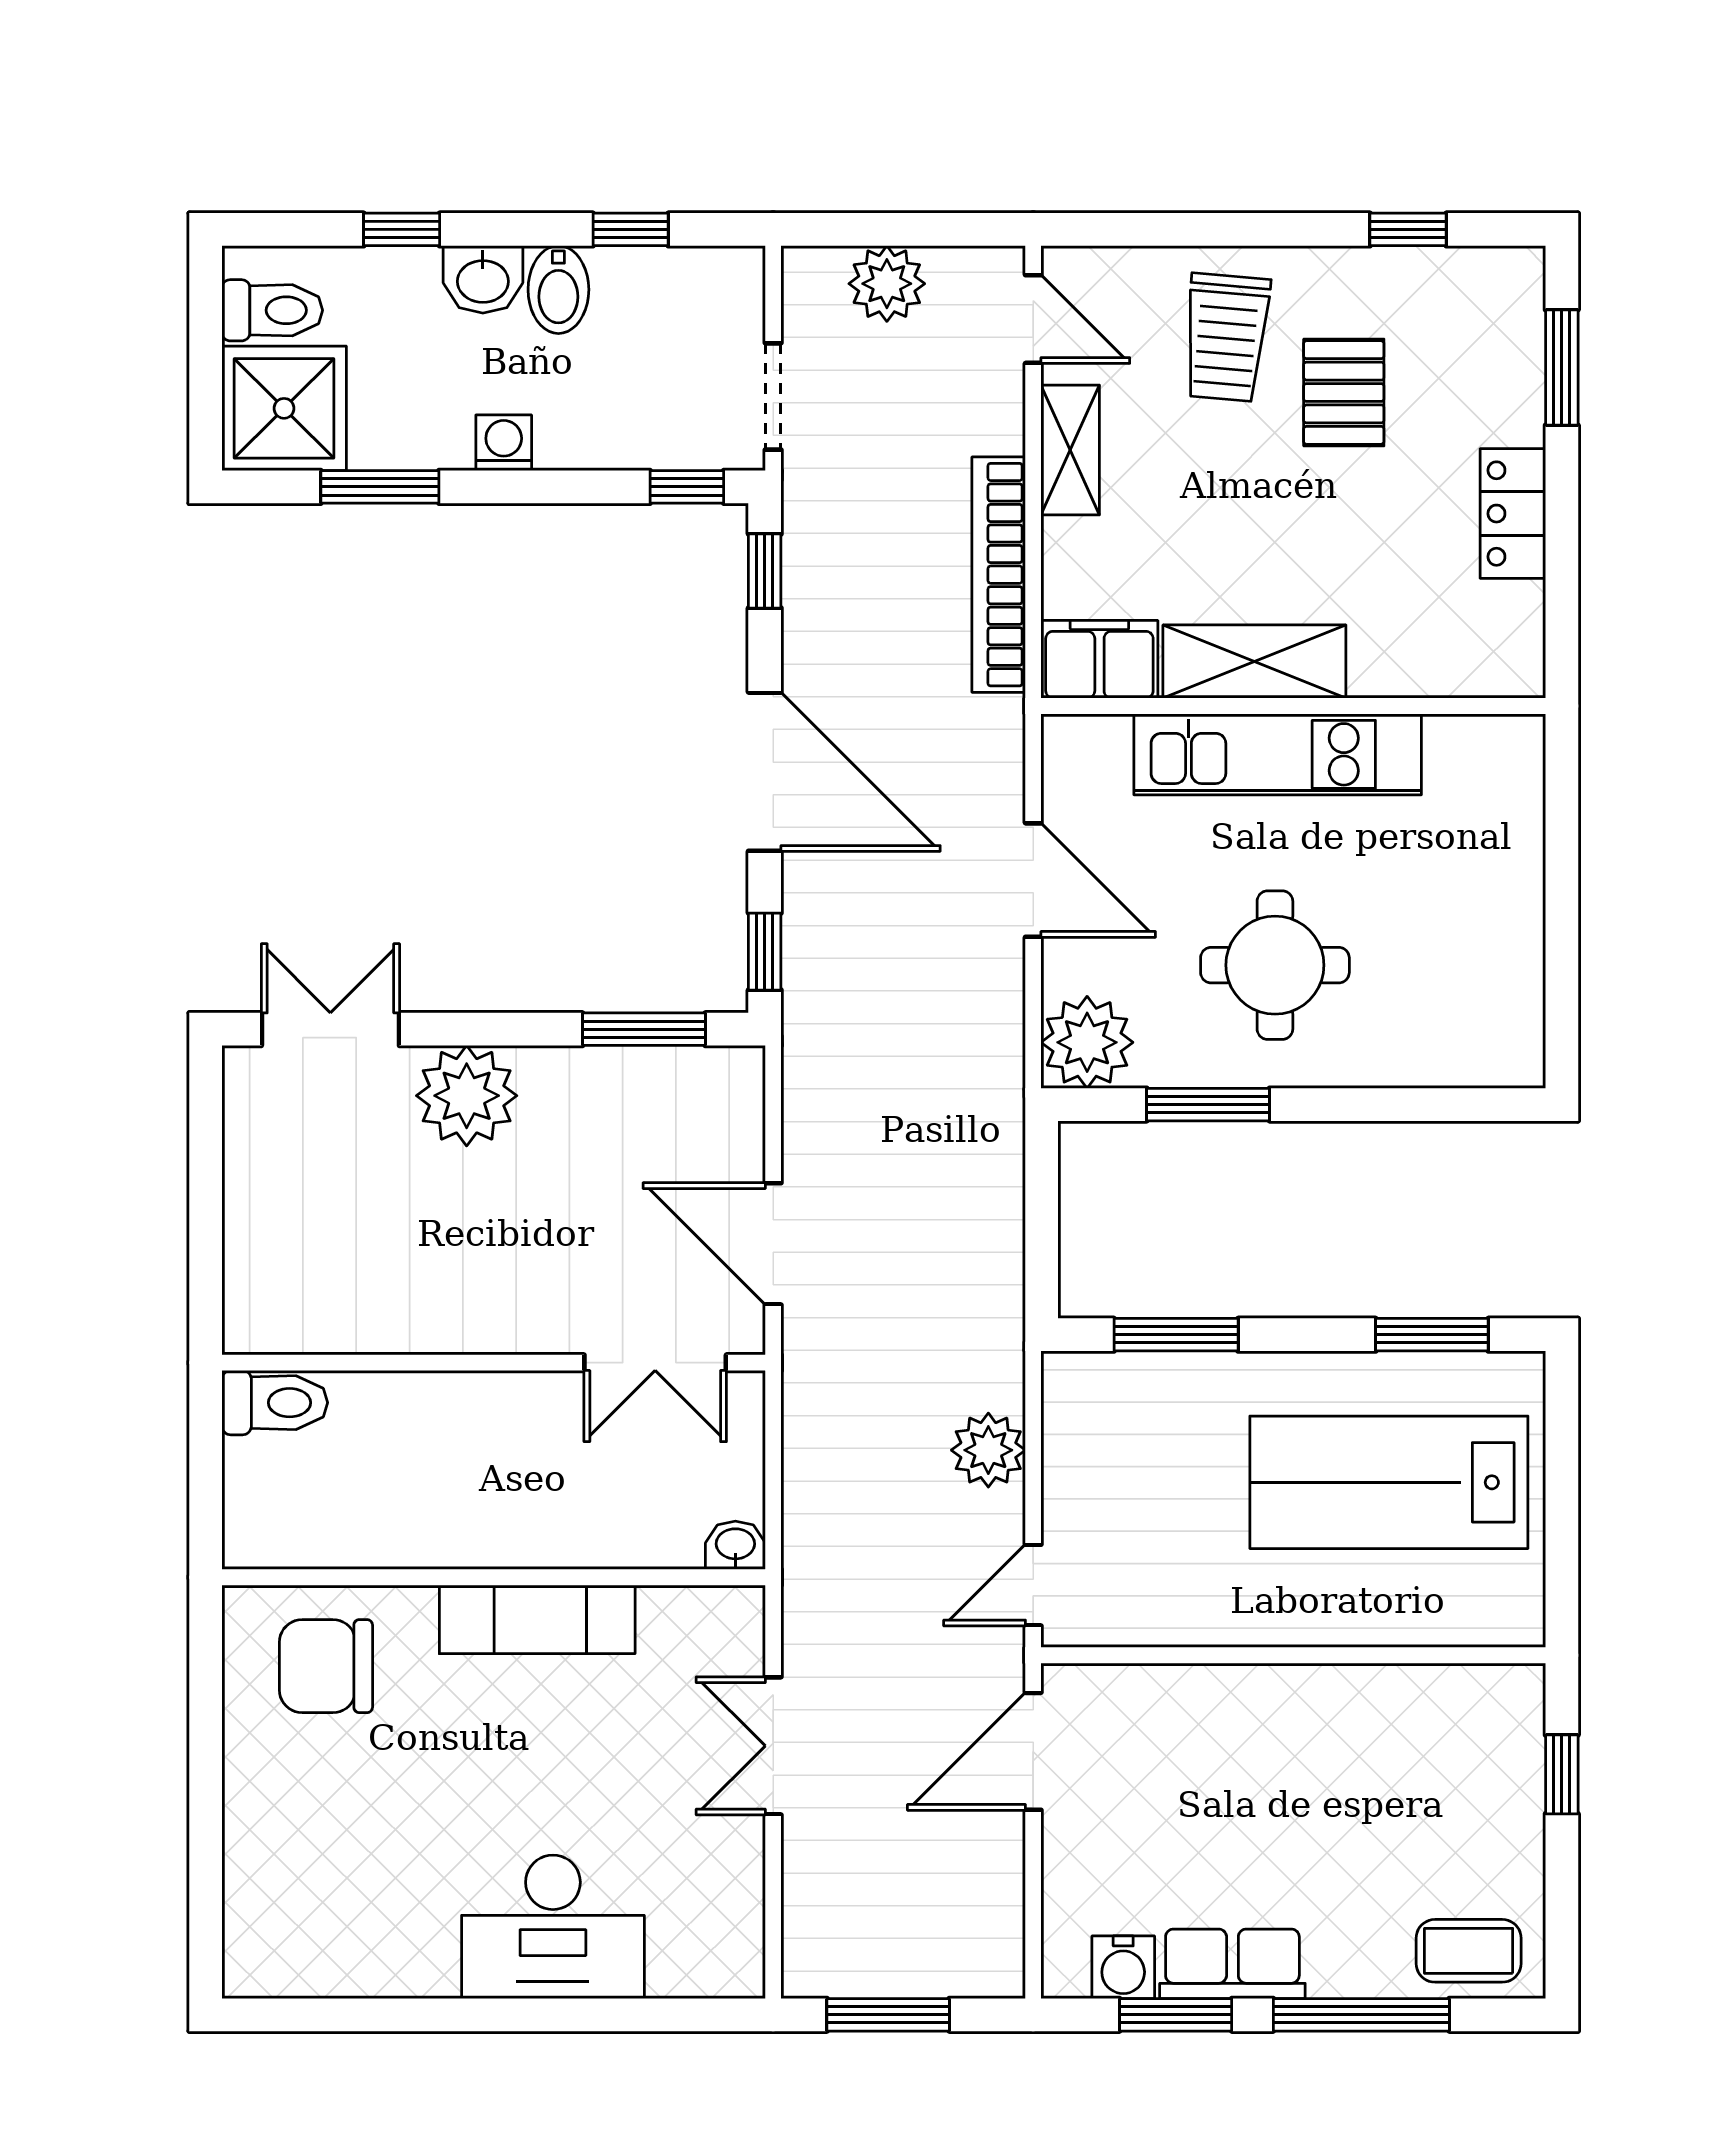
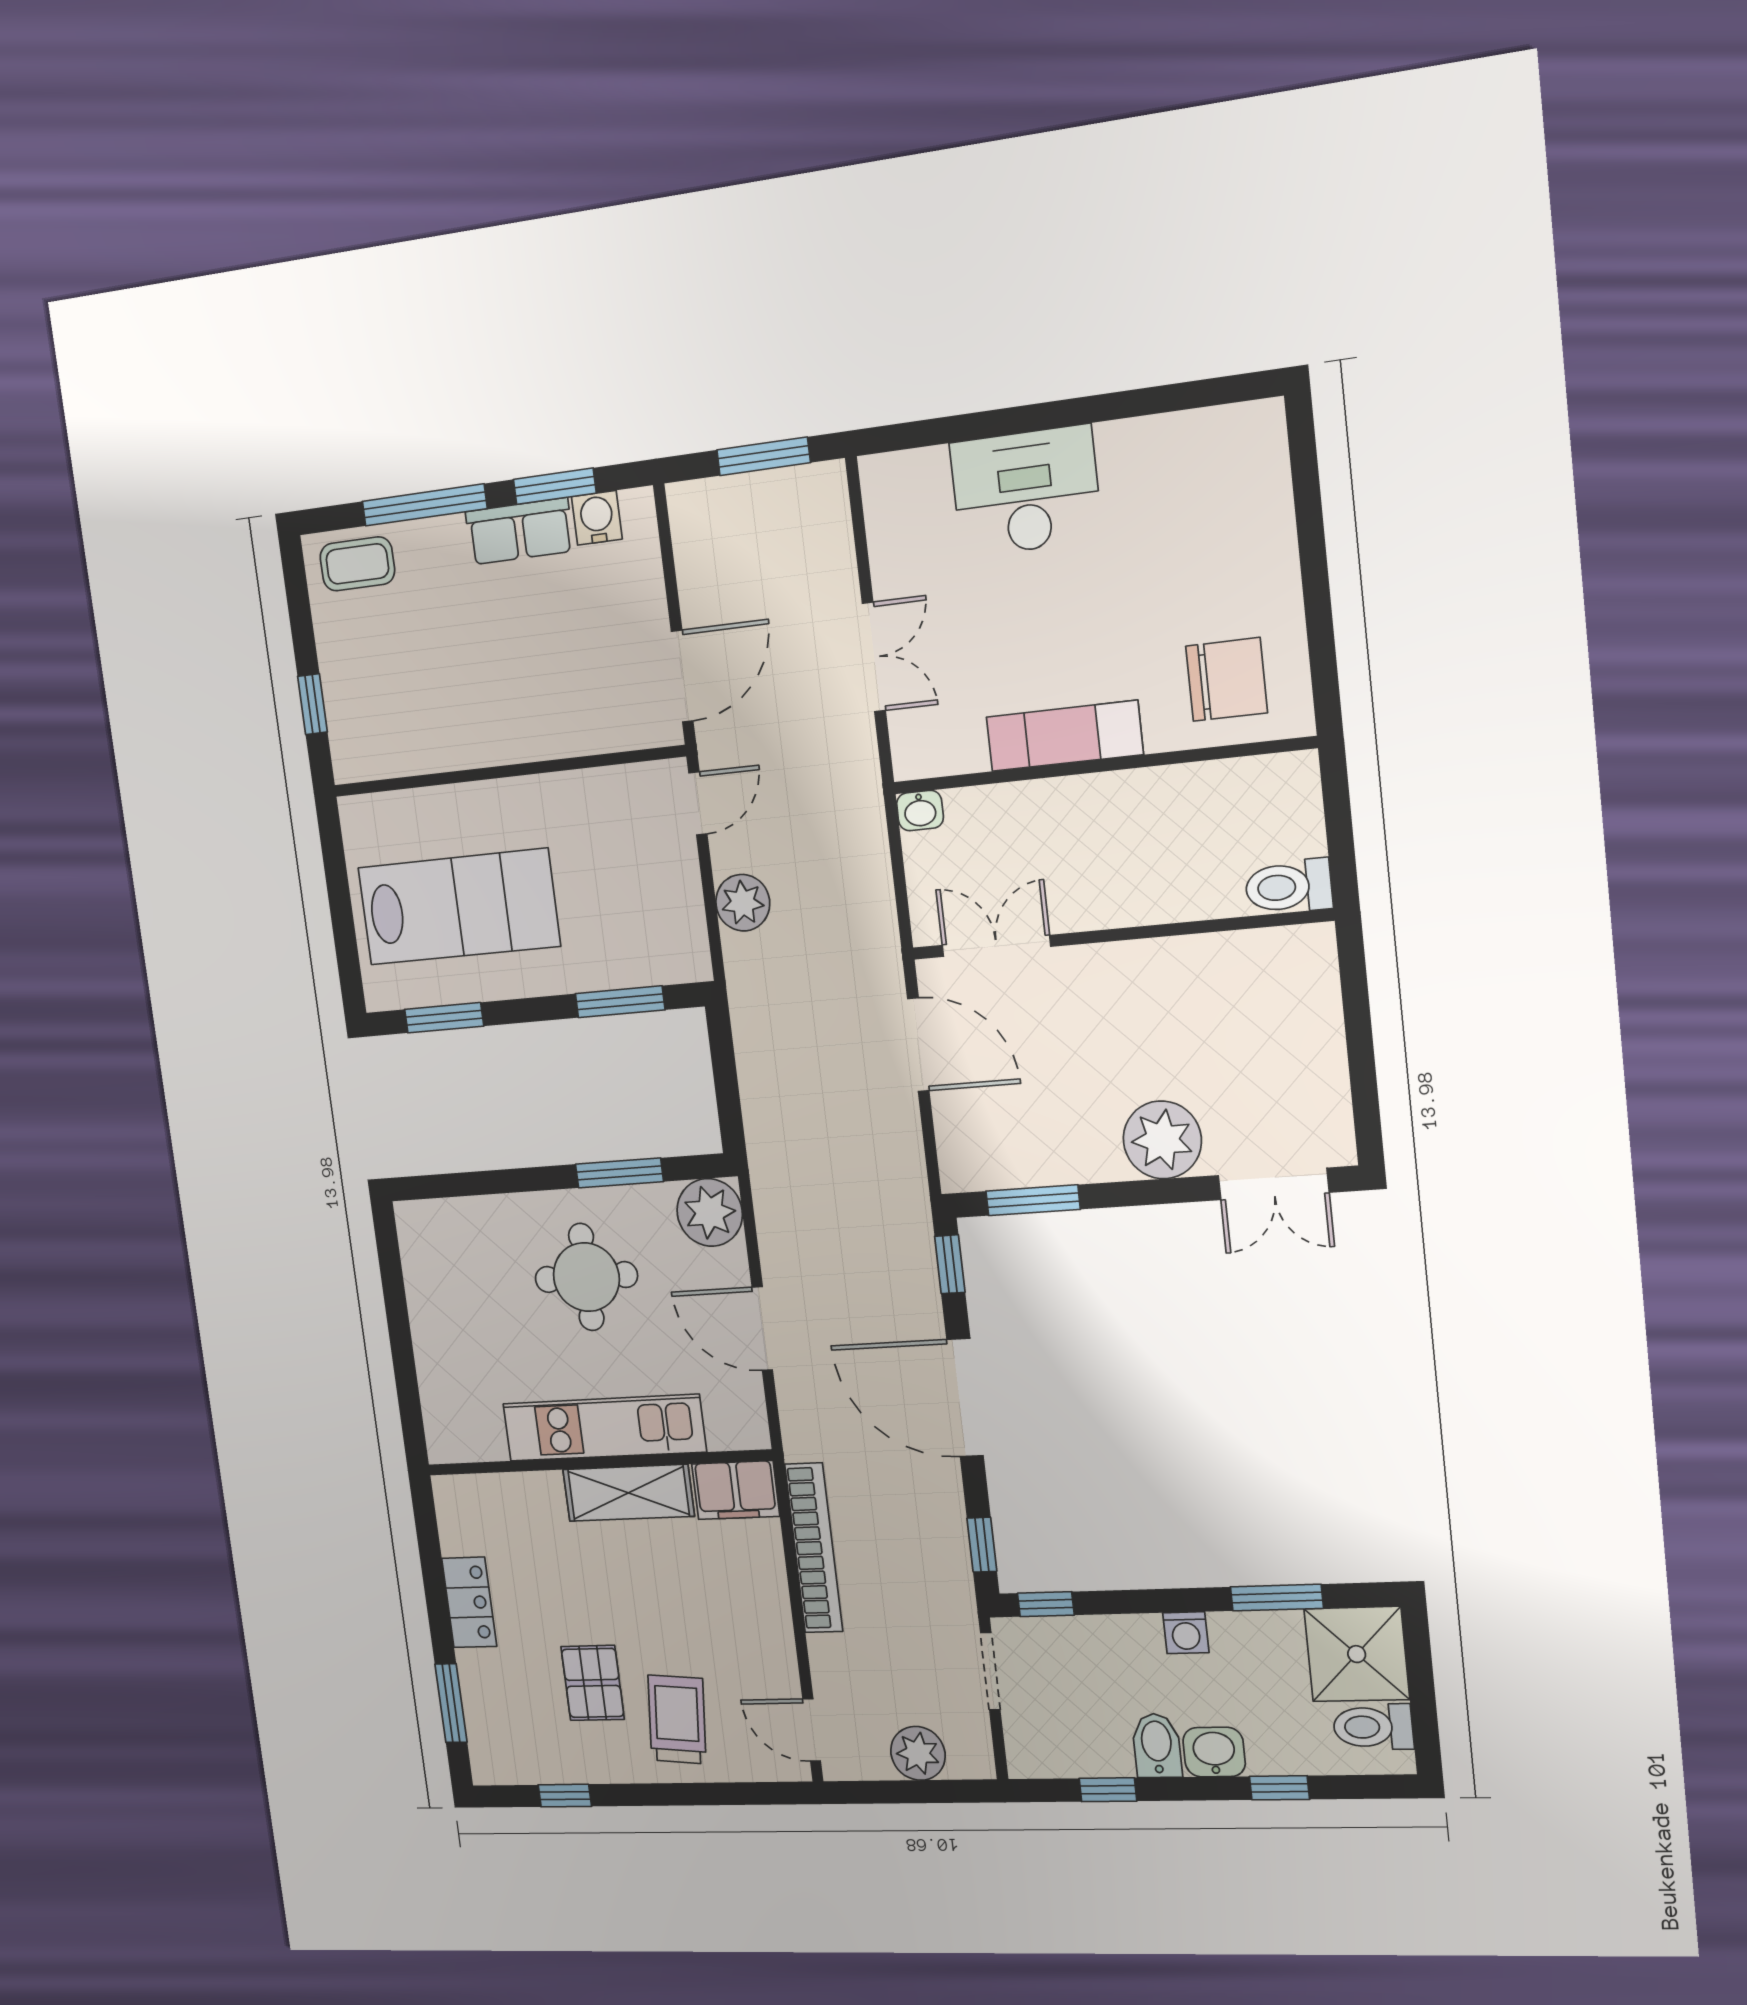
shelving: (1070, 450) -> (774, 1638), removed

